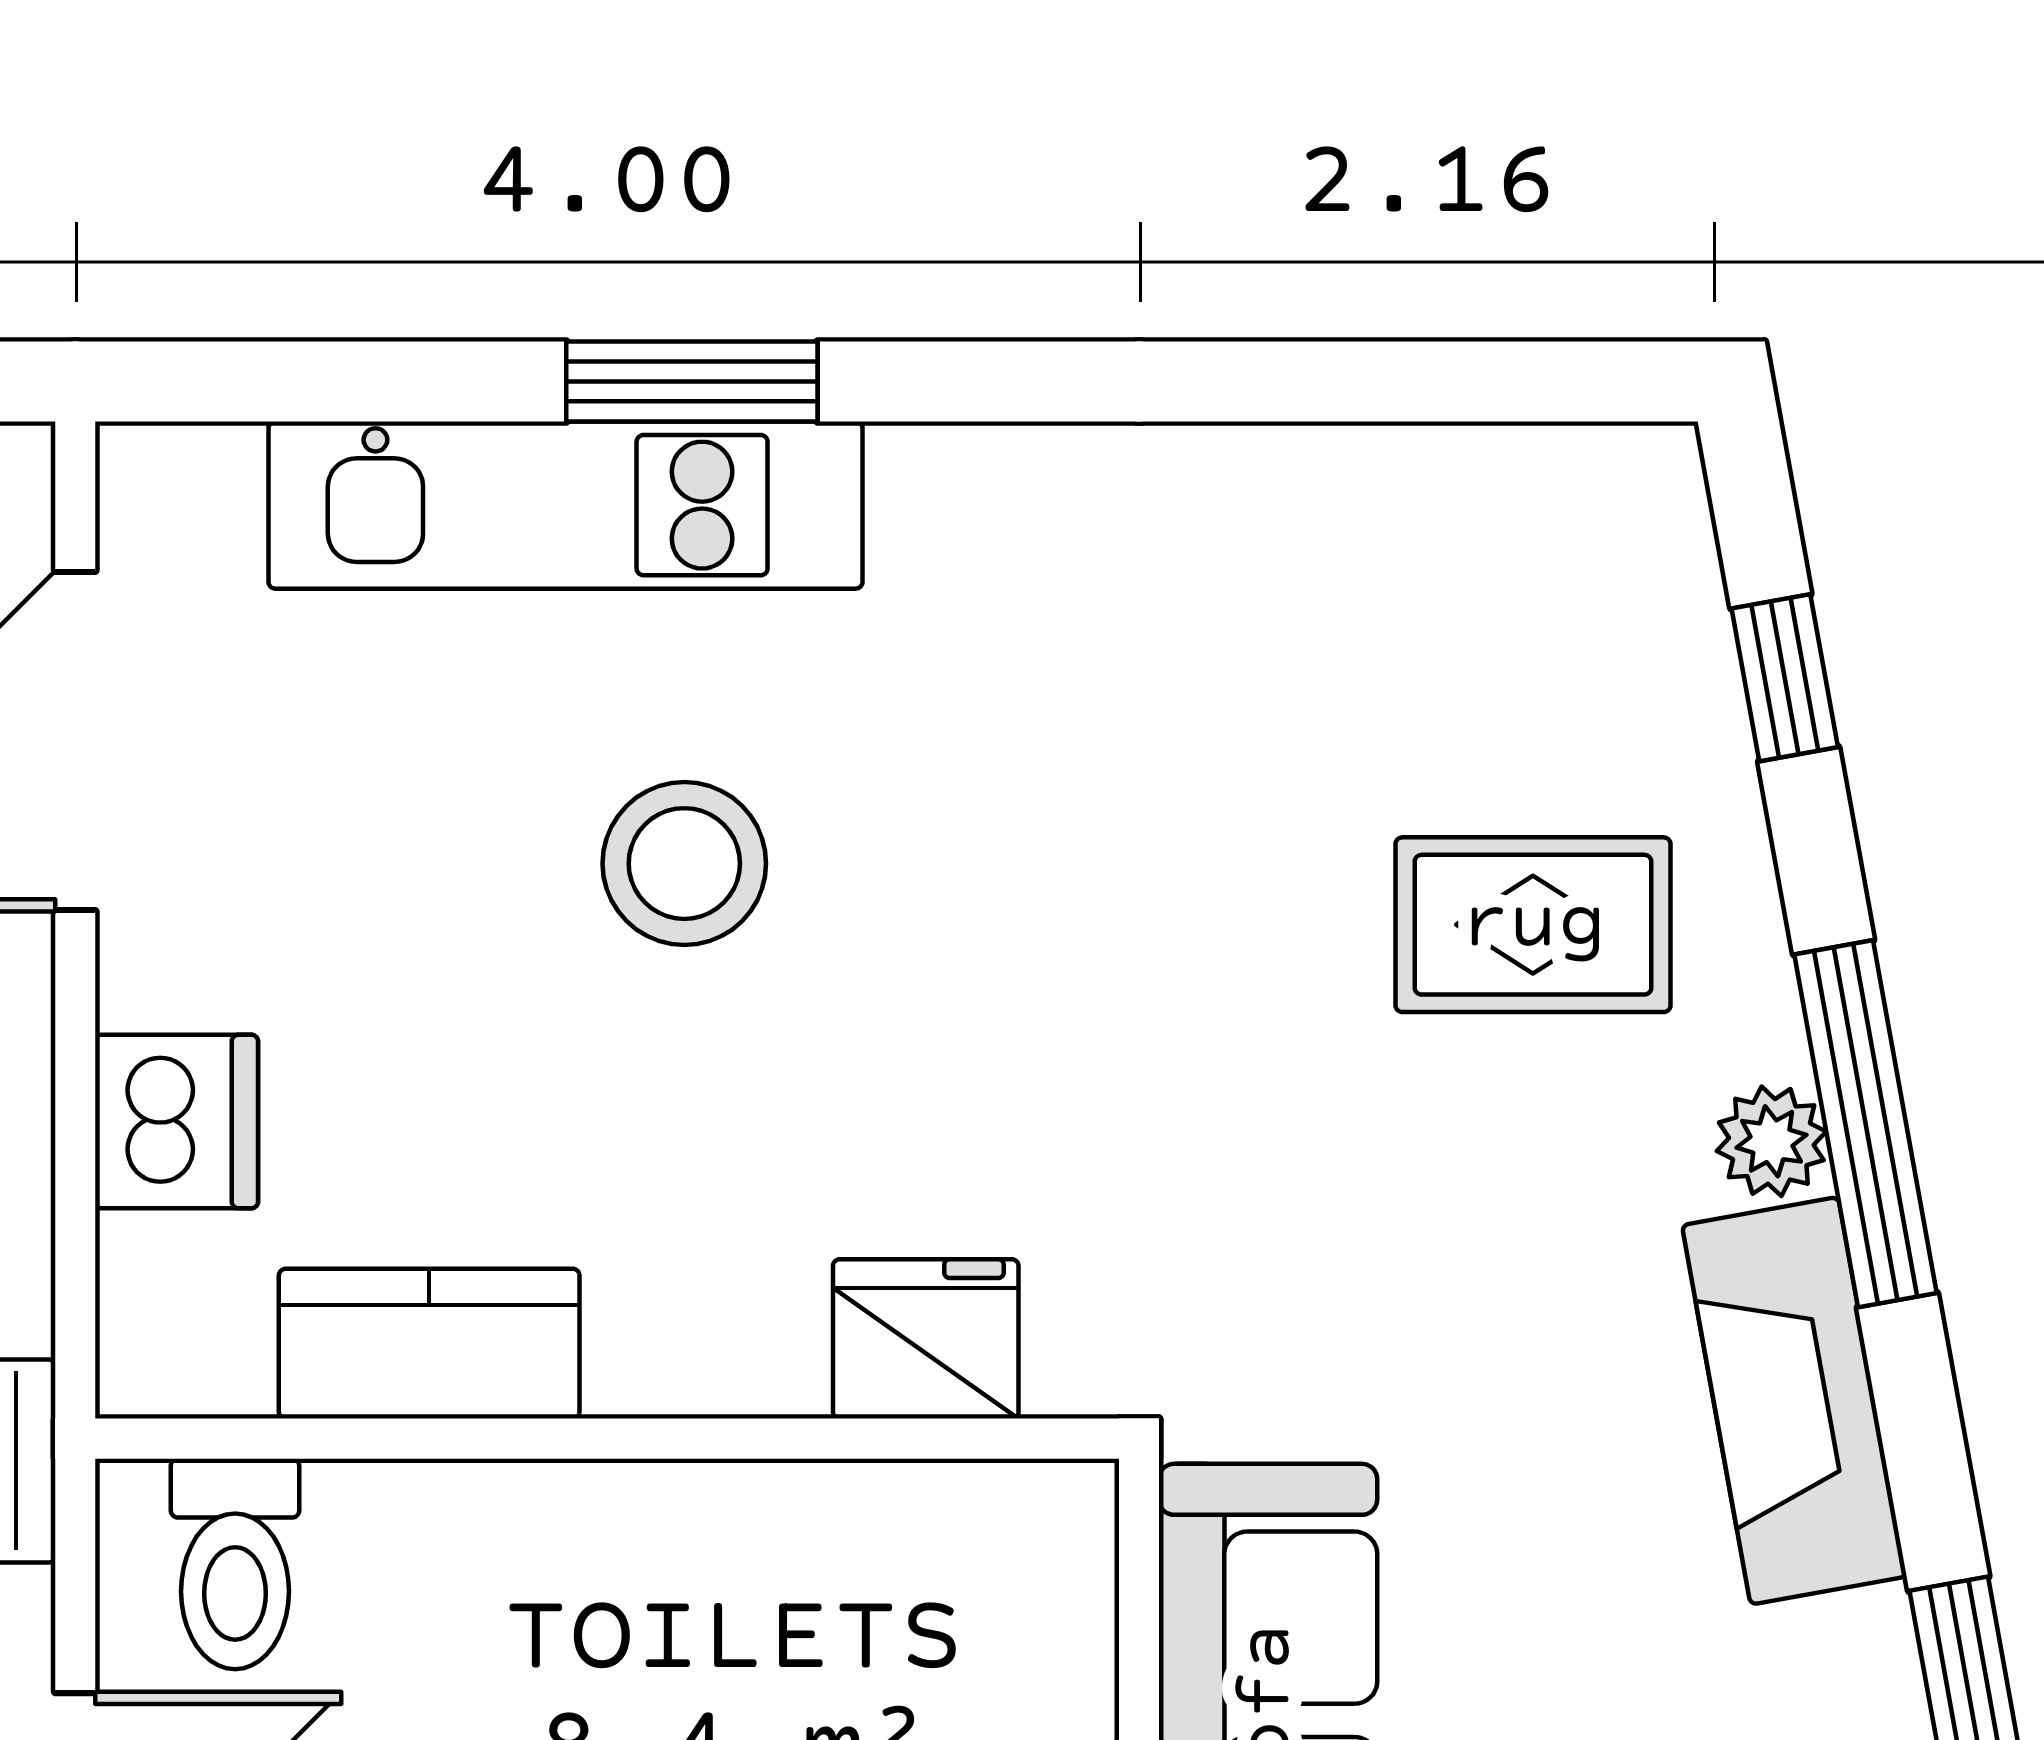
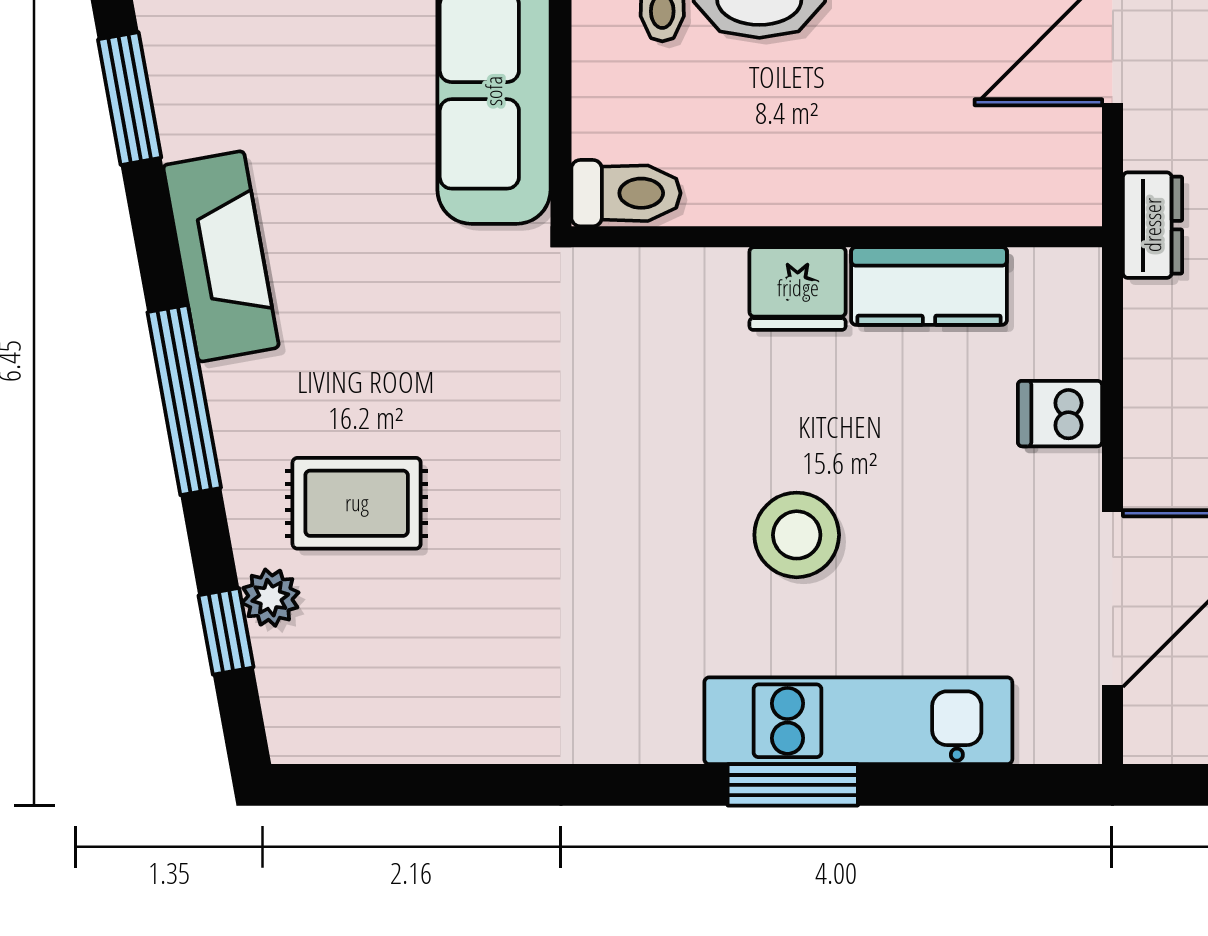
dishwasher: (176, 1121) -> (1060, 414), width x0.73
plant: (1771, 1141) -> (270, 598), moved
fridge: (926, 1339) -> (798, 288), moved
toilet: (235, 1564) -> (626, 193), moved, turned 90

